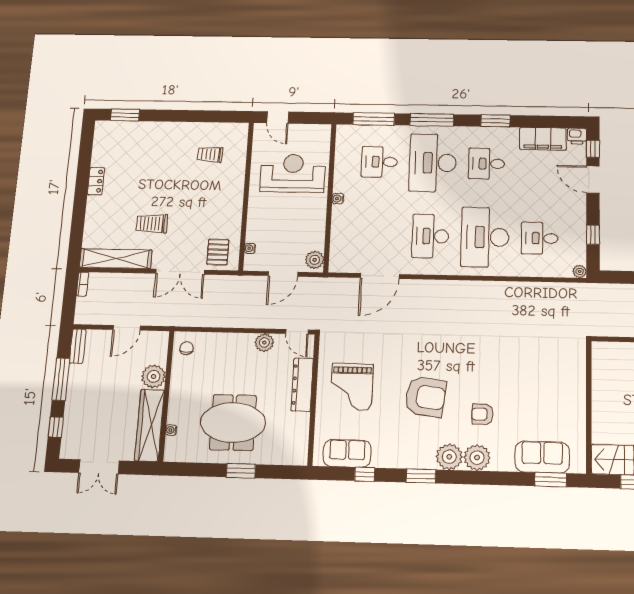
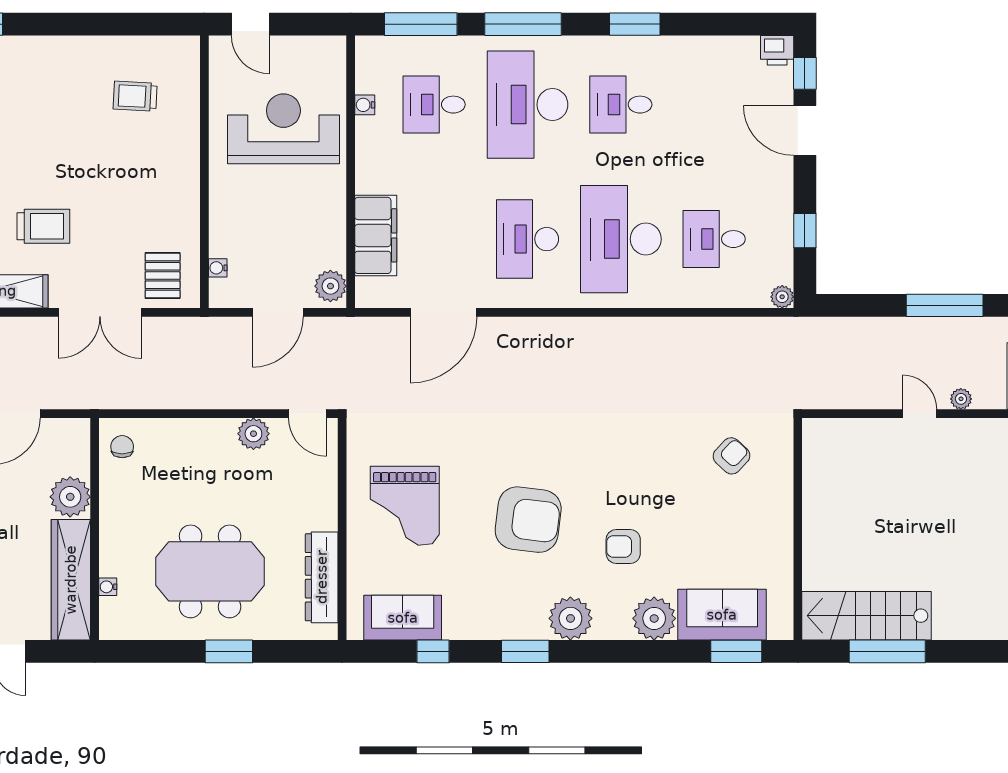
filing cabinet: (543, 139) -> (376, 235), moved, turned -90
water cooler: (338, 199) -> (365, 105), moved
trolley: (152, 224) -> (43, 226), turned 180
armchair: (549, 362) -> (731, 456), added
dresser: (302, 385) -> (322, 577), moved
plant: (477, 458) -> (654, 618), moved

